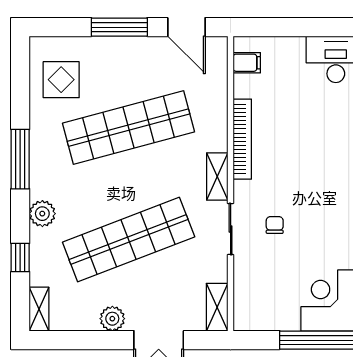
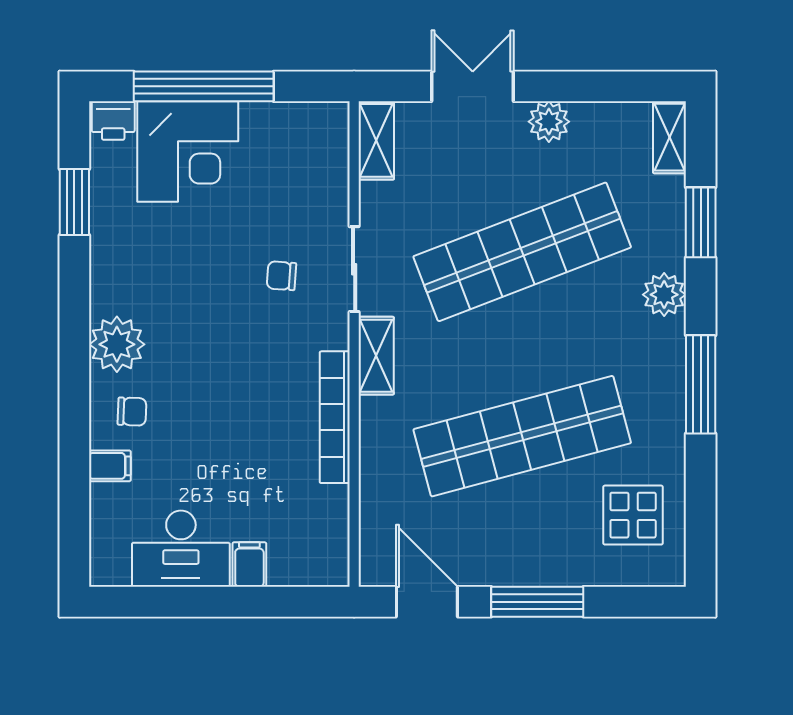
filing cabinet: (247, 63) -> (249, 565), moved, turned 90
chair: (275, 225) -> (282, 276), turned 94
window: (20, 257) -> (701, 222), width x1.50

